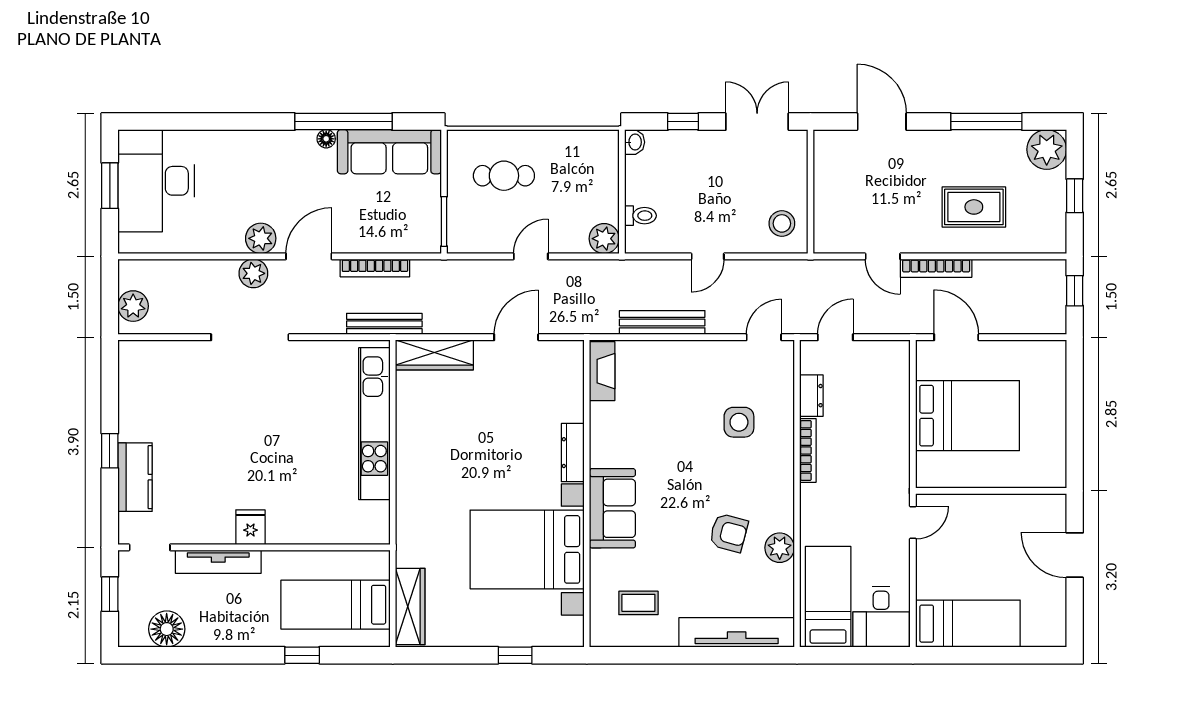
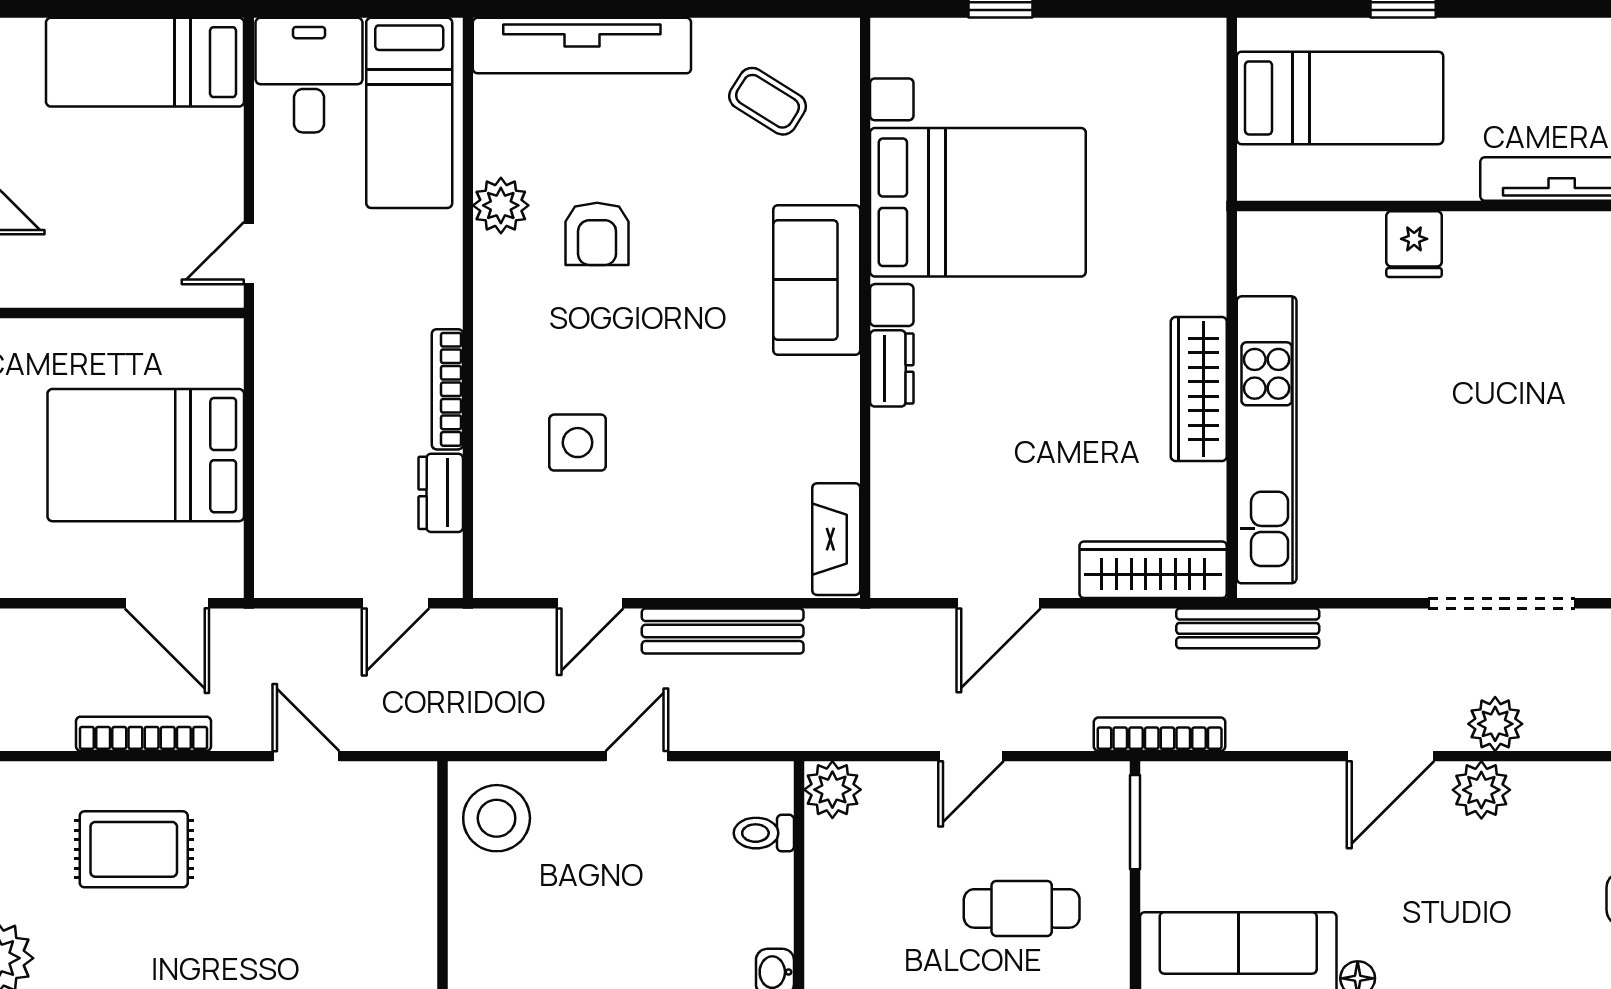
stool: (782, 223) -> (497, 818), width x1.38, depth x1.38
bookcase: (375, 268) -> (1160, 734), moved
bookcase: (936, 268) -> (143, 734), moved
door: (764, 337) -> (590, 603), moved
dresser: (573, 453) -> (892, 368), width x0.70
fridge: (250, 527) -> (1414, 244), moved
armchair: (729, 533) -> (597, 234), turned -105
coffee table: (638, 603) -> (768, 101), turned 32
wardrobe: (410, 606) -> (1199, 389), moved

